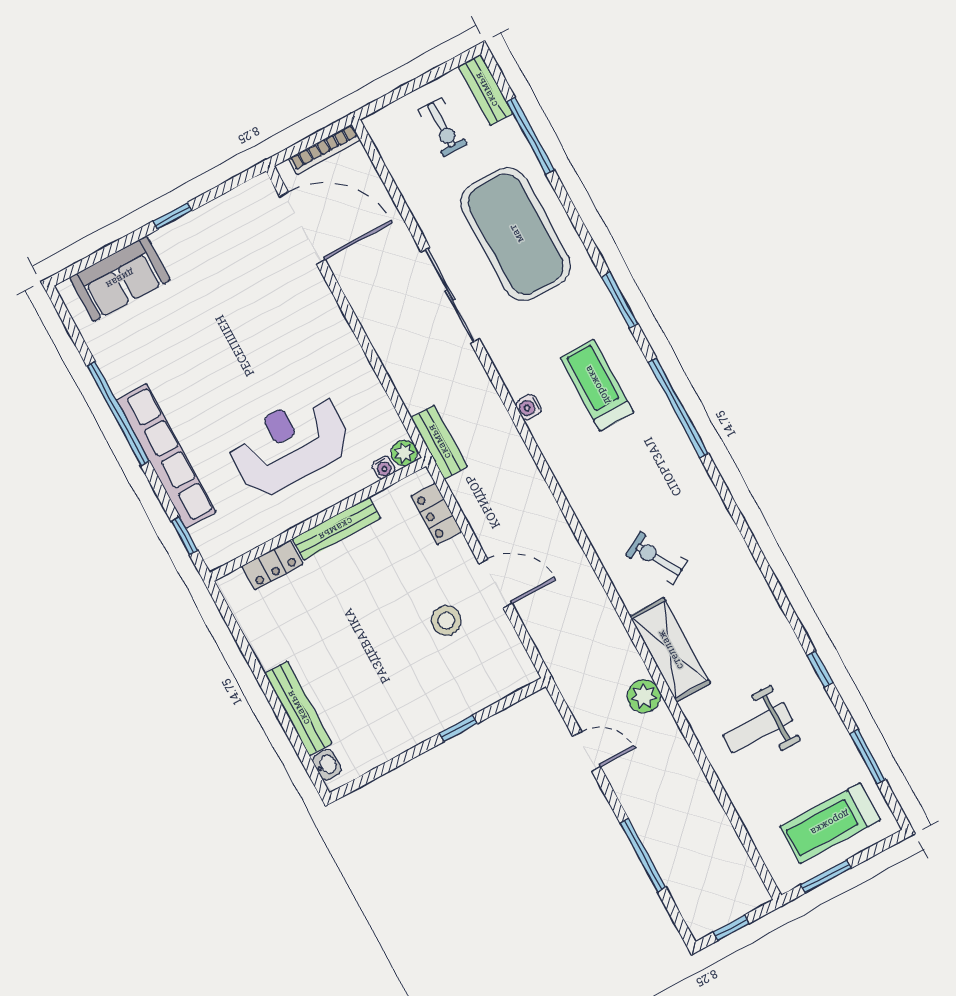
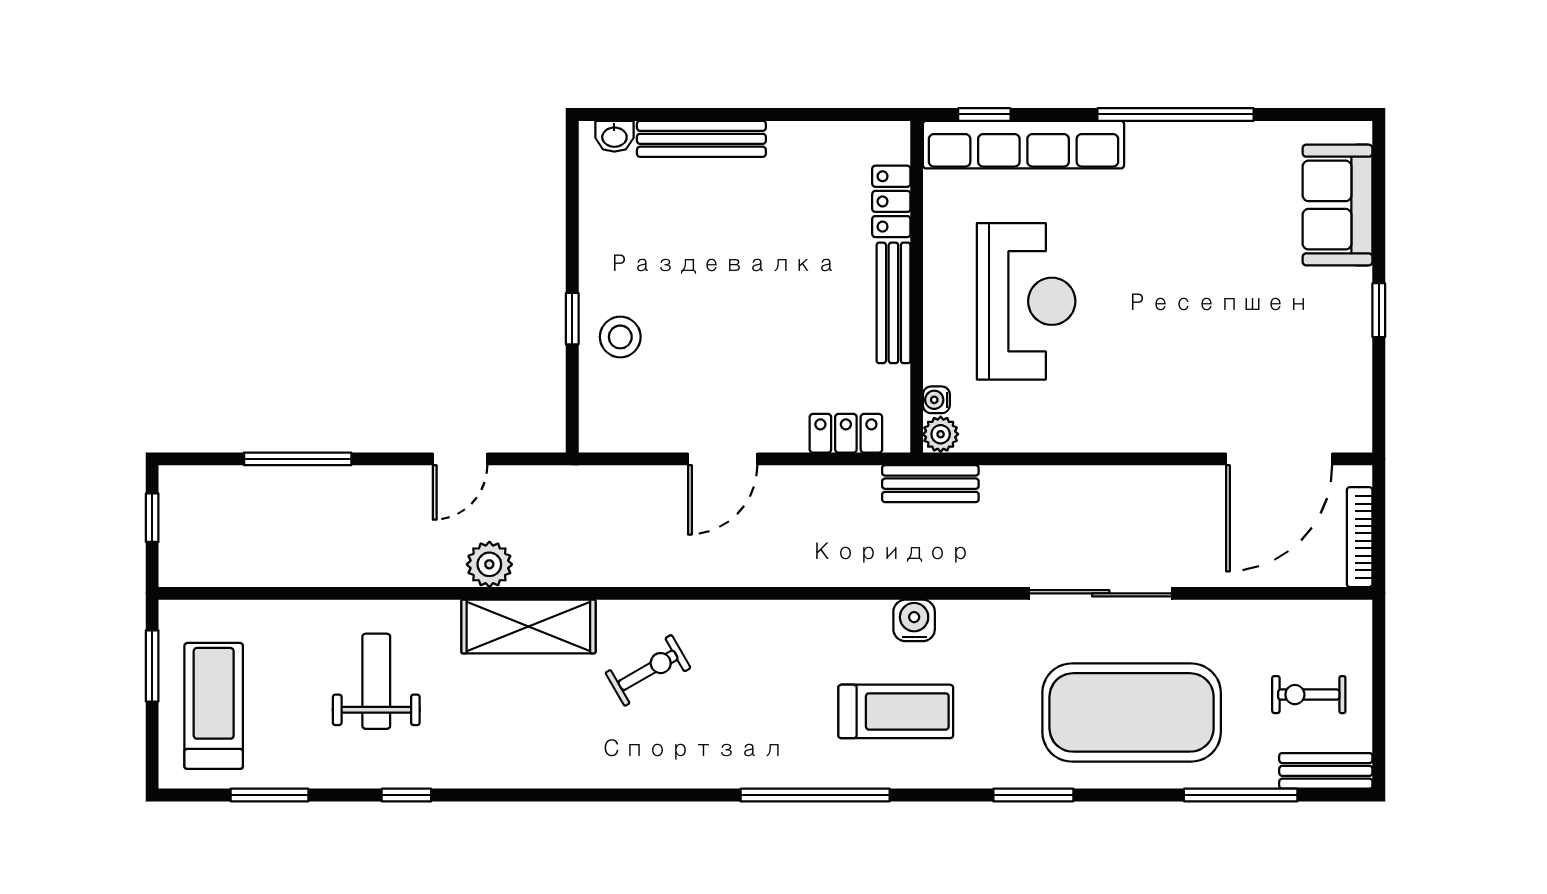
window: (620, 300) -> (1033, 795), moved
water cooler: (529, 407) -> (914, 620), width x1.38, depth x1.38
row of seats: (166, 456) -> (1023, 145), moved
stool: (446, 621) -> (620, 337), moved

